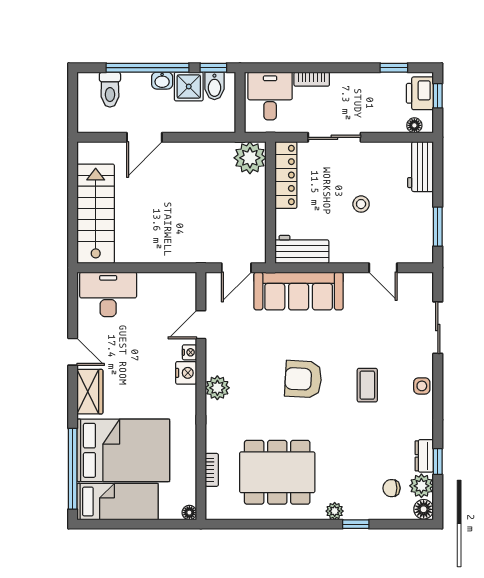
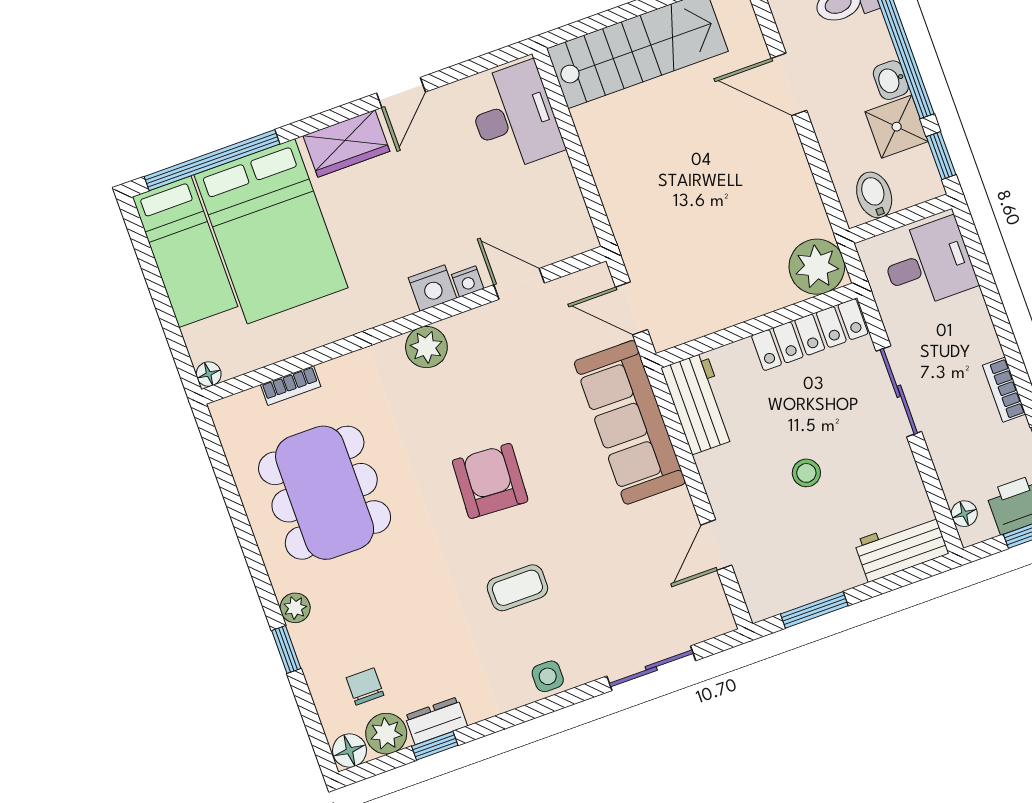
bookcase: (312, 79) -> (1004, 390), moved
bidet: (214, 86) -> (874, 195), moved, turned 90

